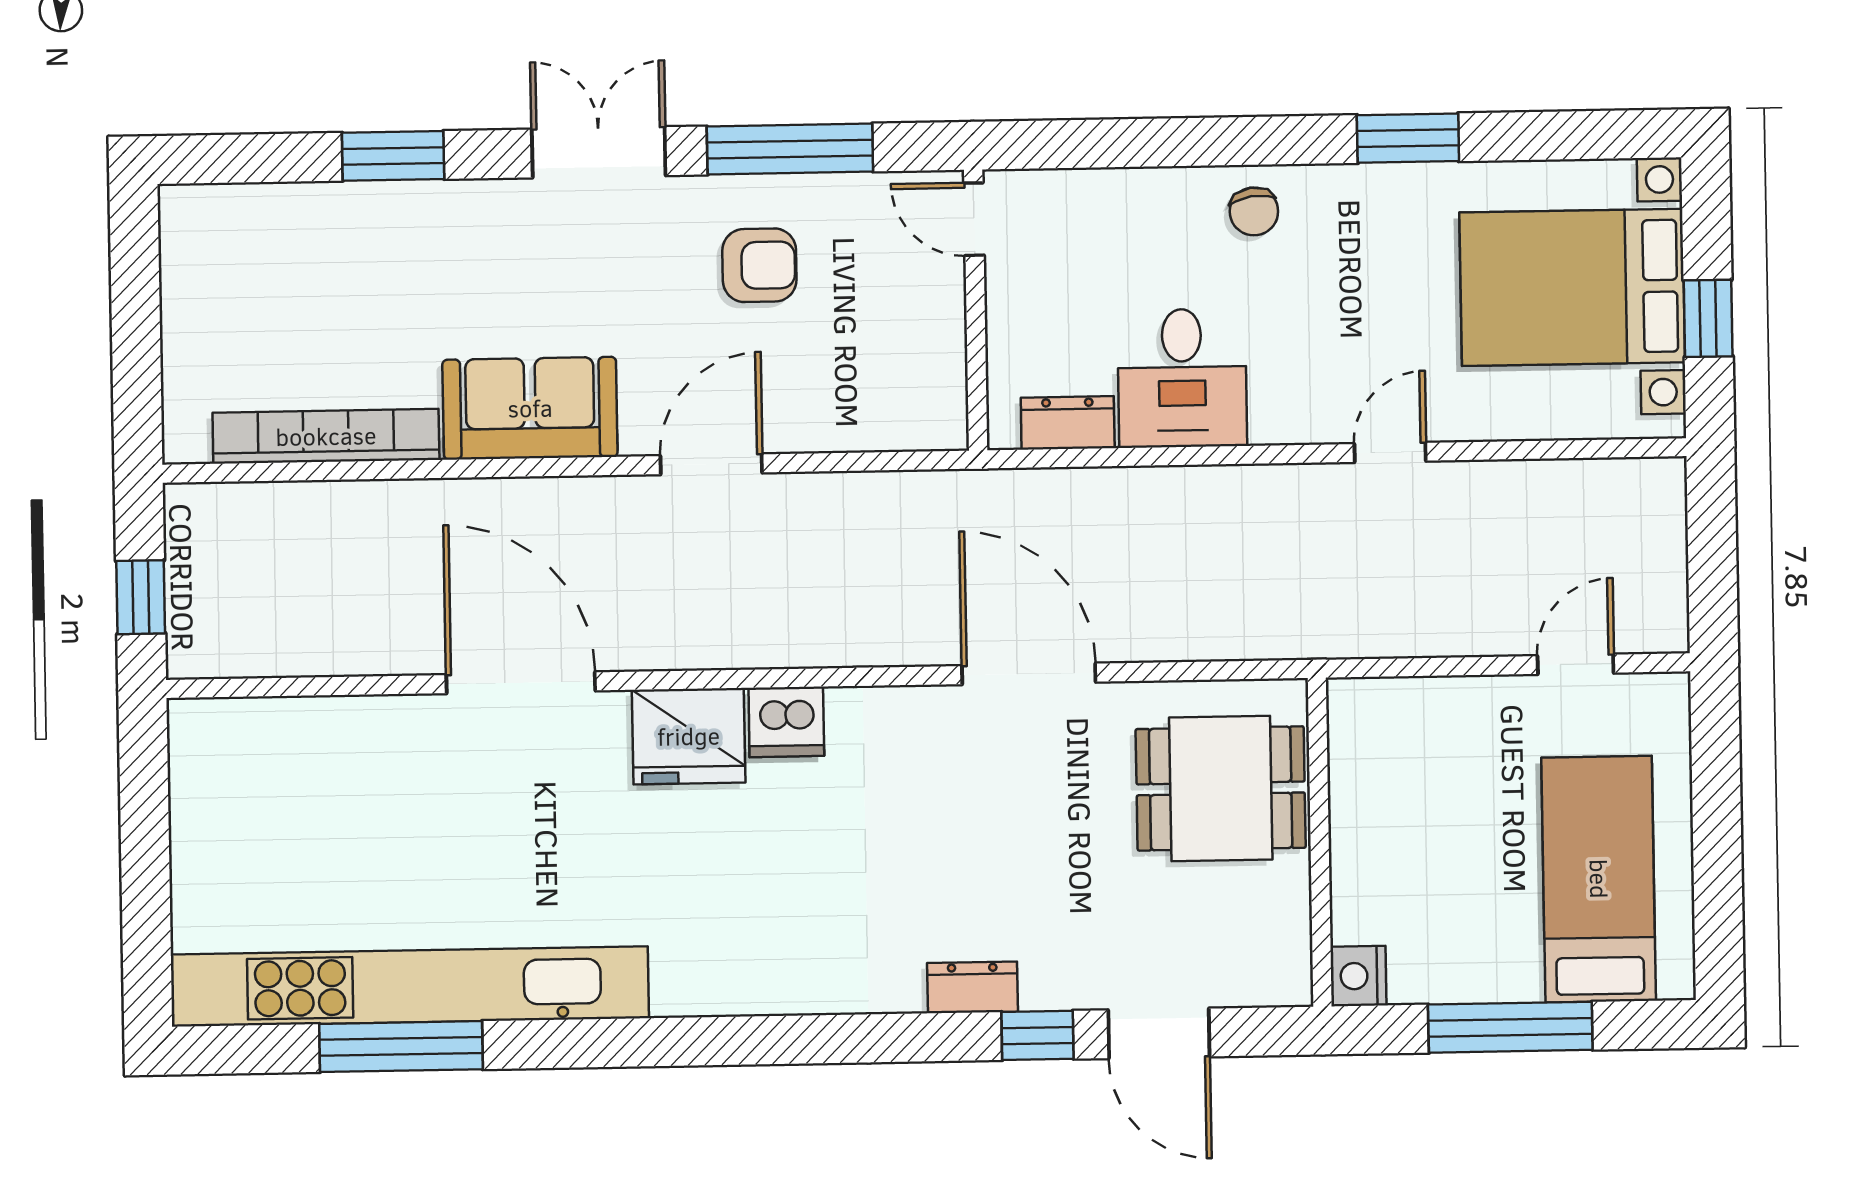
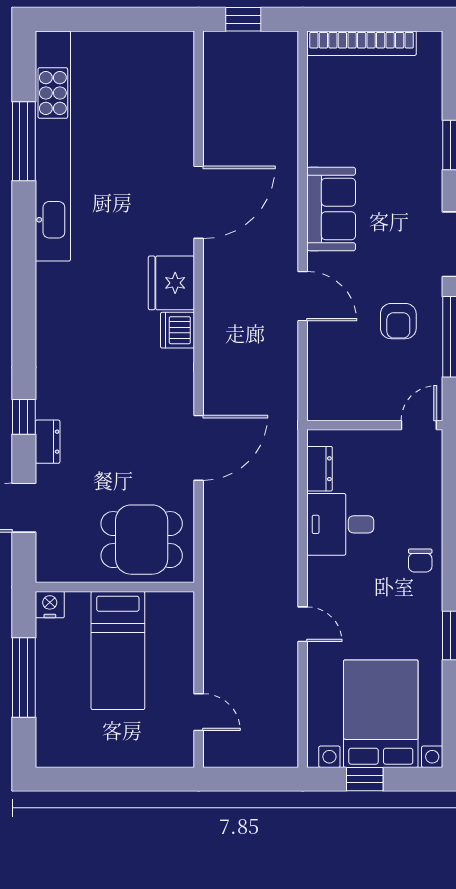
chair: (1254, 211) -> (420, 560), turned -82
bookcase: (326, 436) -> (362, 43), moved, turned 90
dining table: (1221, 788) -> (142, 540), turned 90
bed: (1599, 879) -> (118, 650), moved, turned 90
dresser: (973, 987) -> (48, 442), moved
window: (1038, 1035) -> (24, 417), moved

